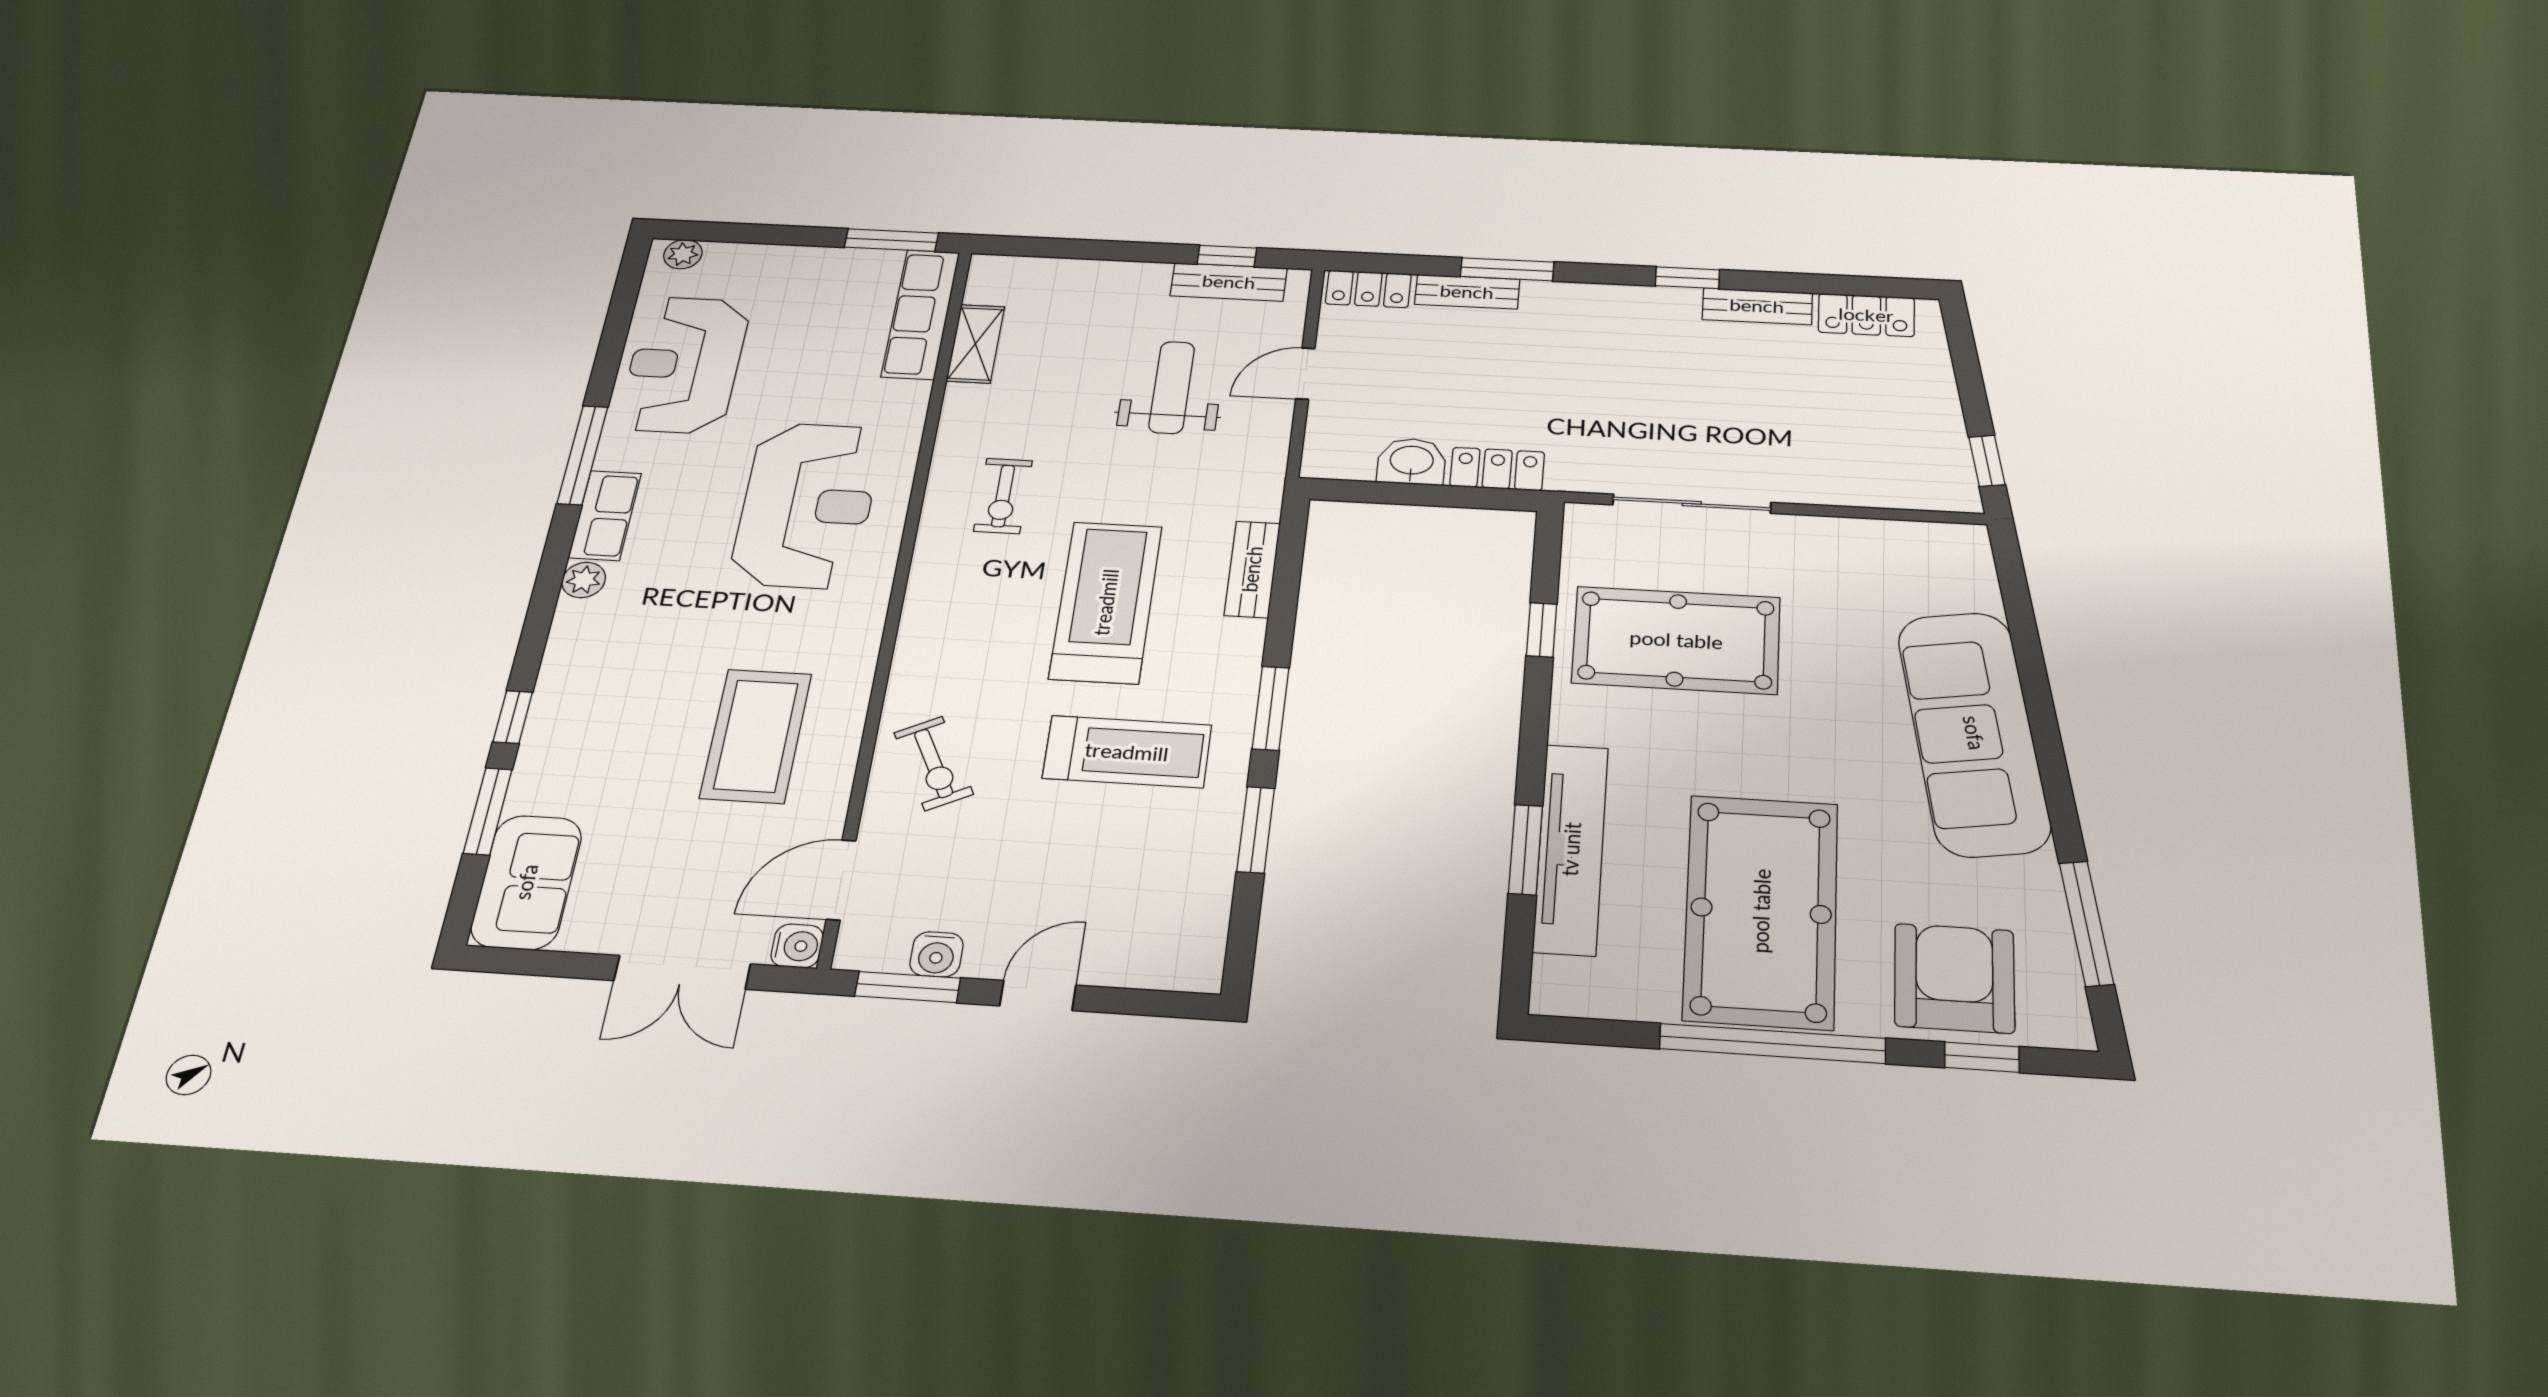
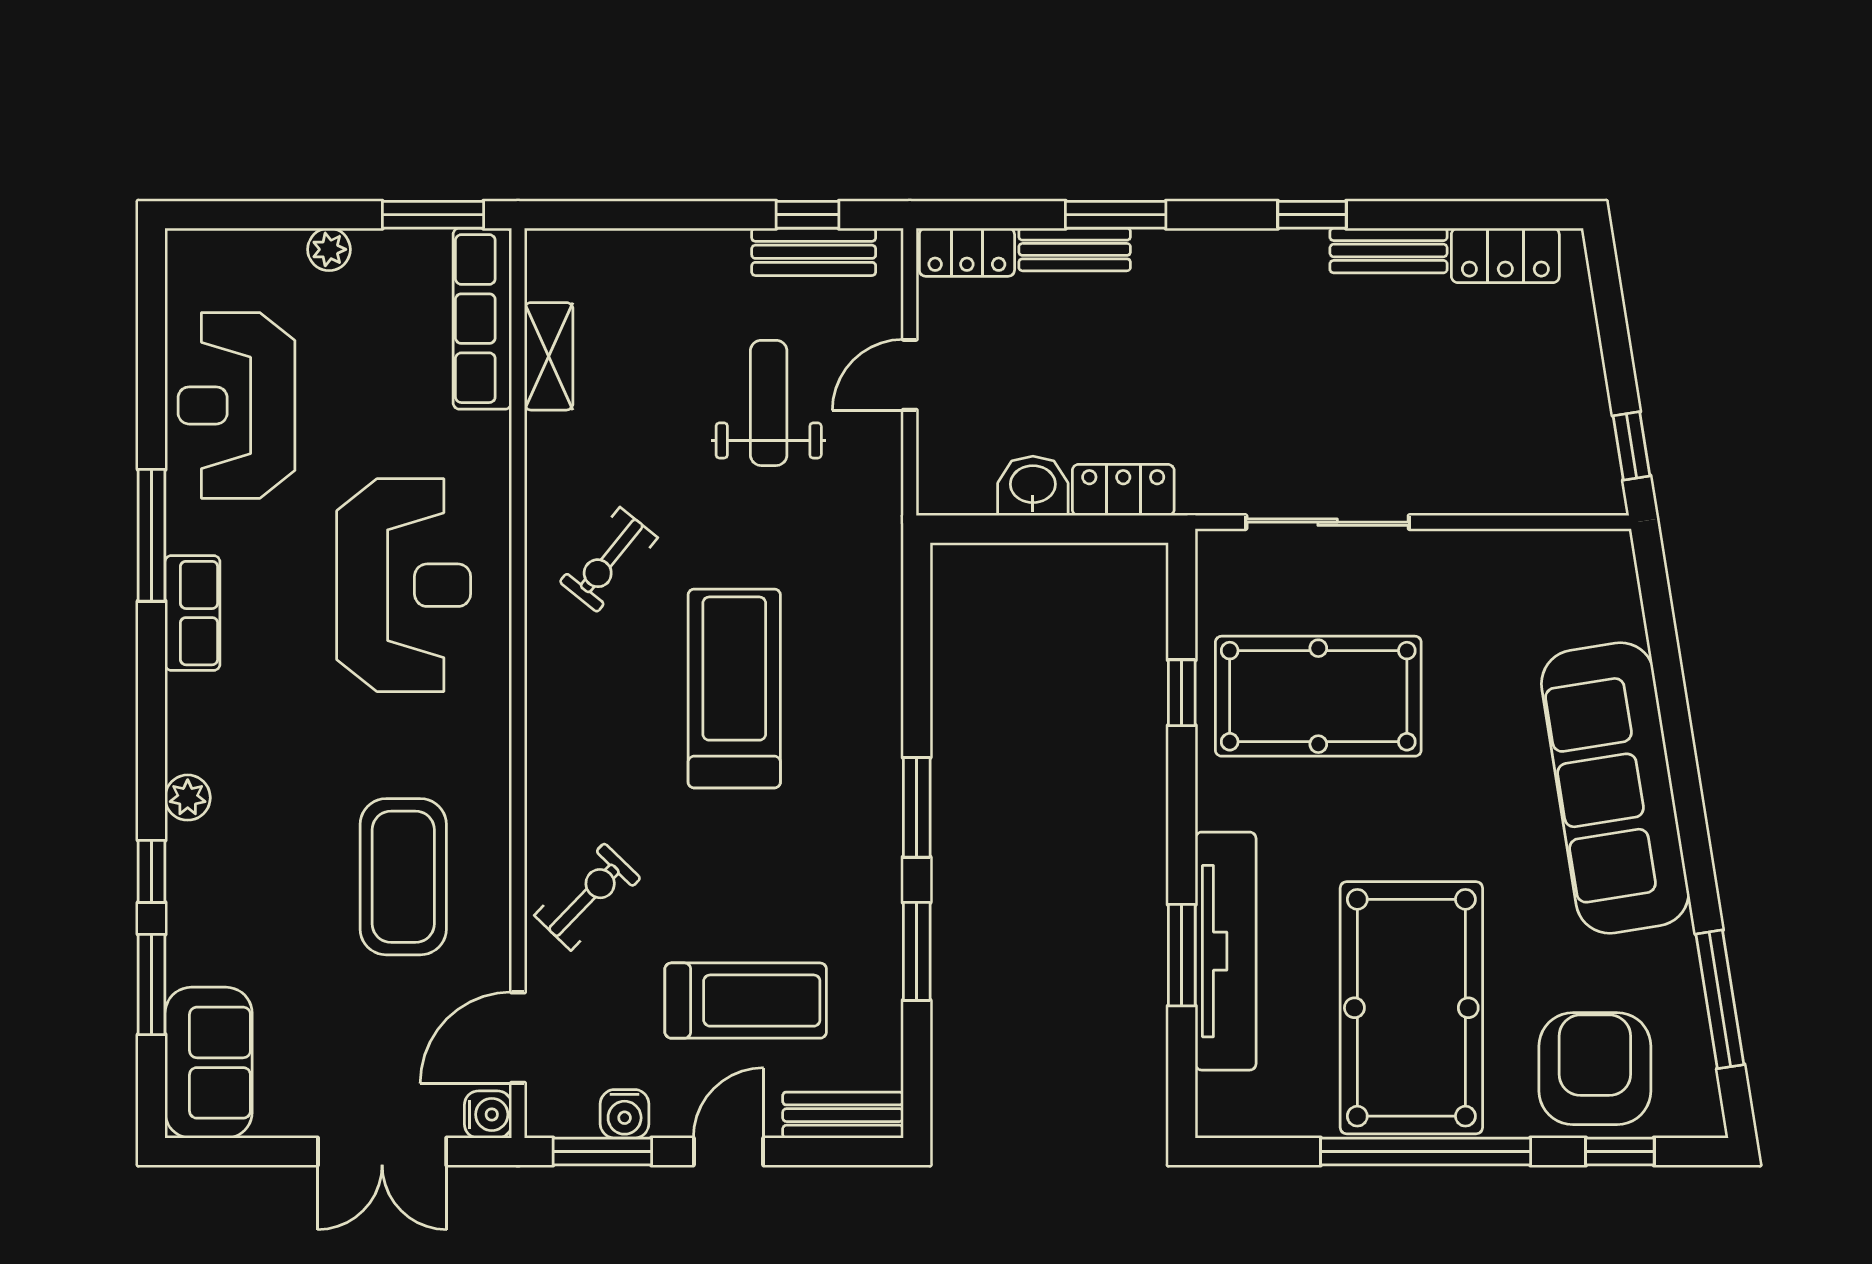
plant: (683, 254) -> (329, 249), moved
exercise bike: (1003, 496) -> (609, 560), turned 39
bench: (1252, 569) -> (843, 1115), moved, turned 90
plant: (584, 580) -> (188, 798), moved
treadmill: (1127, 752) -> (746, 1001), moved
exercise bike: (934, 763) -> (587, 897), turned -109

